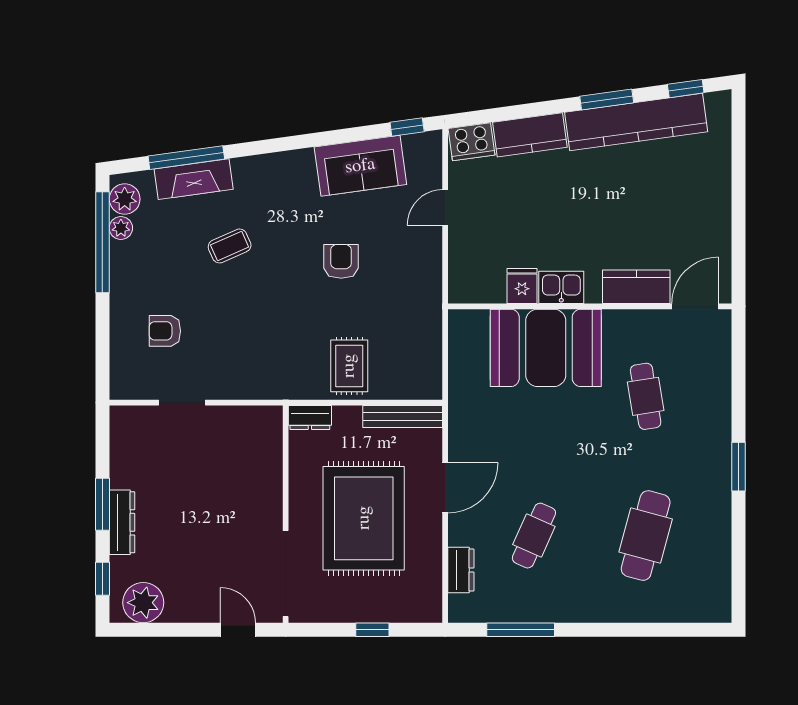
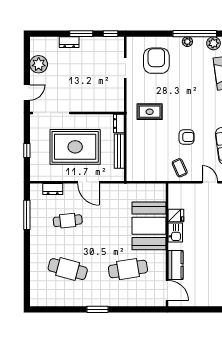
plant: (121, 228) -> (187, 42), moved
coffee table: (230, 246) -> (180, 168), moved
armchair: (165, 331) -> (156, 61), width x1.88, depth x1.88
rug: (349, 366) -> (150, 112), moved
cafe table: (646, 396) -> (128, 269), width x1.37, depth x1.35
bench: (403, 417) -> (119, 151), moved
dresser: (122, 522) -> (69, 42), width x0.70
cafe table: (534, 536) -> (68, 221), turned -30
window: (102, 579) -> (110, 34), moved
plant: (143, 603) -> (39, 64), moved

